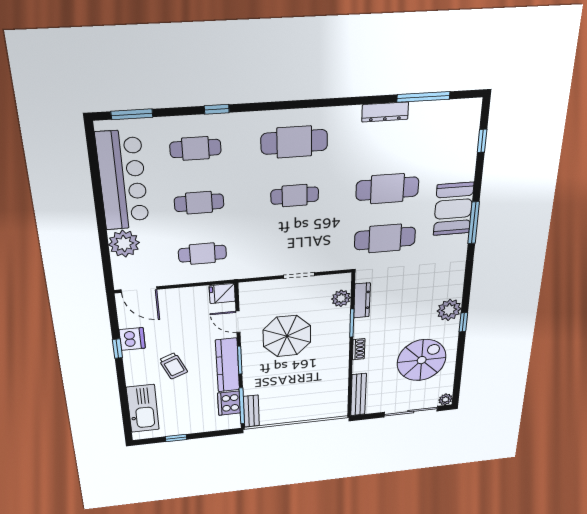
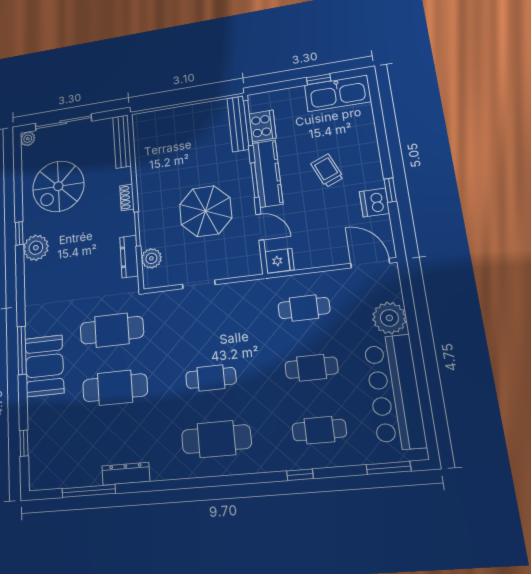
kitchen sink: (143, 408) -> (338, 93), moved, turned -90
bench: (251, 411) -> (238, 124), width x1.36

